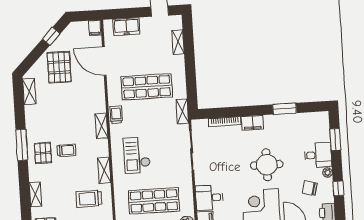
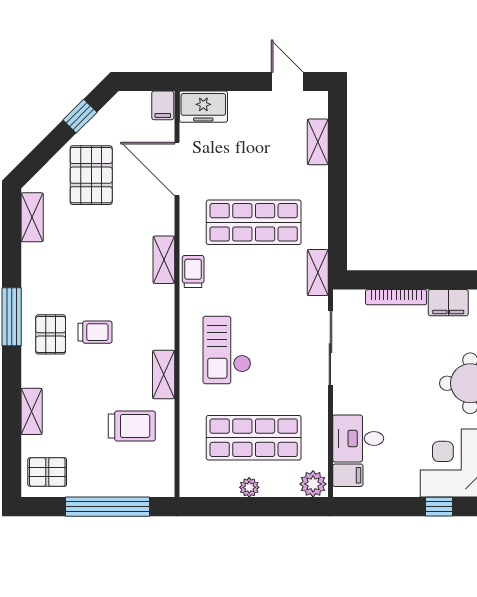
freezer: (126, 27) -> (203, 107), moved
shelving: (101, 126) -> (164, 260), moved
trolley: (89, 199) -> (132, 426), turned 180

